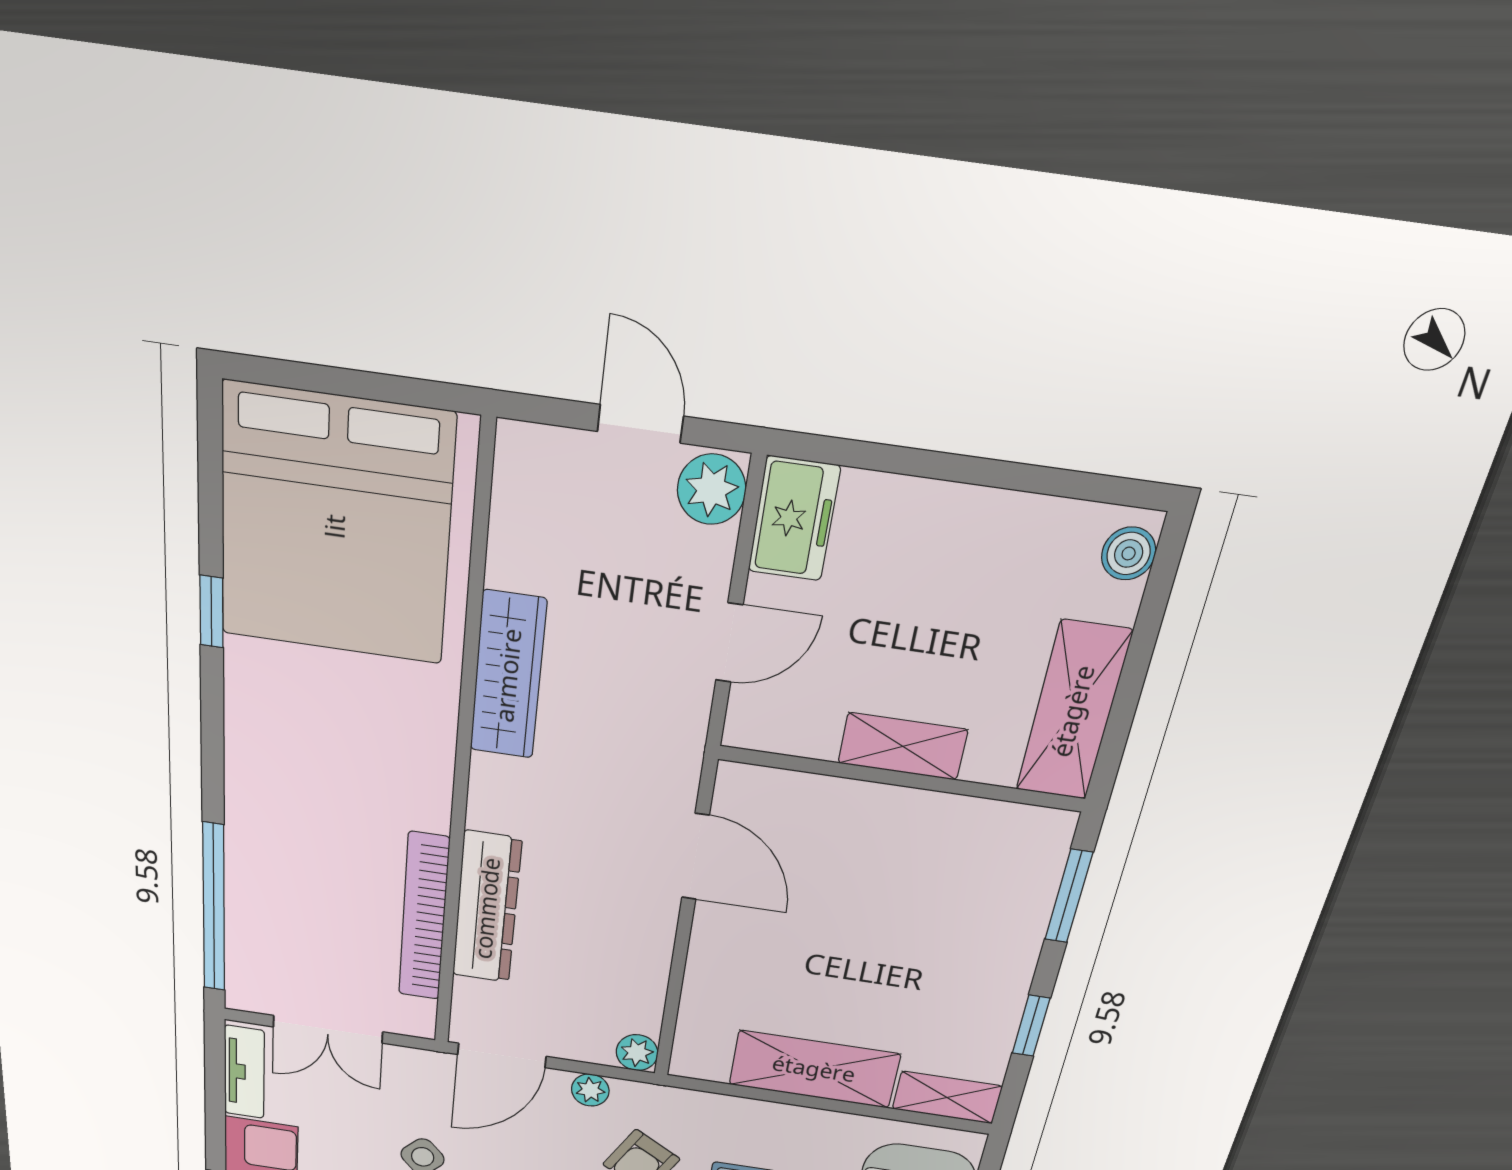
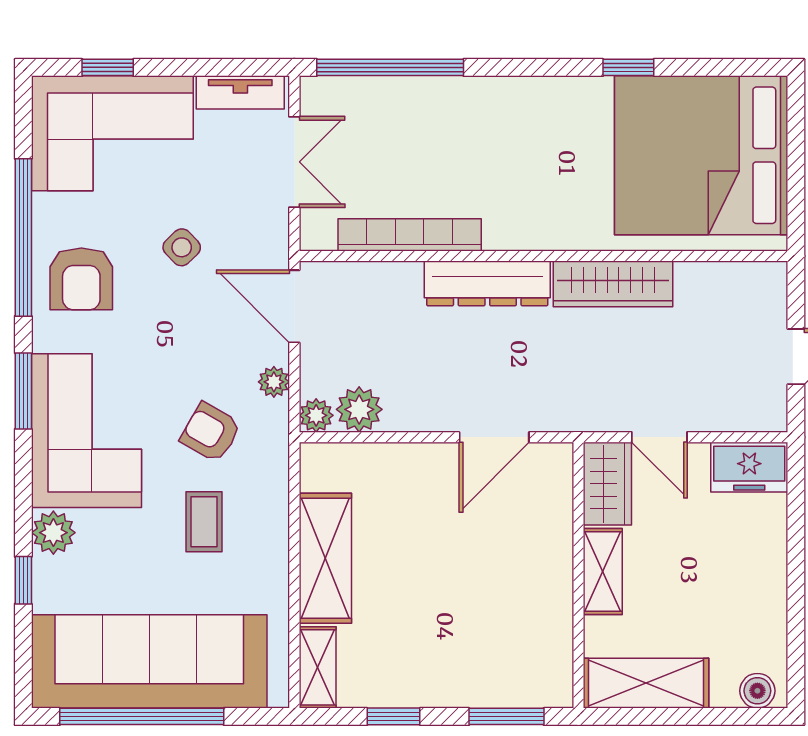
plant: (712, 489) -> (359, 409), moved
wardrobe: (782, 723) -> (607, 484), added
dresser: (487, 908) -> (487, 283), moved
double door: (328, 1029) -> (294, 162), swing flipped

